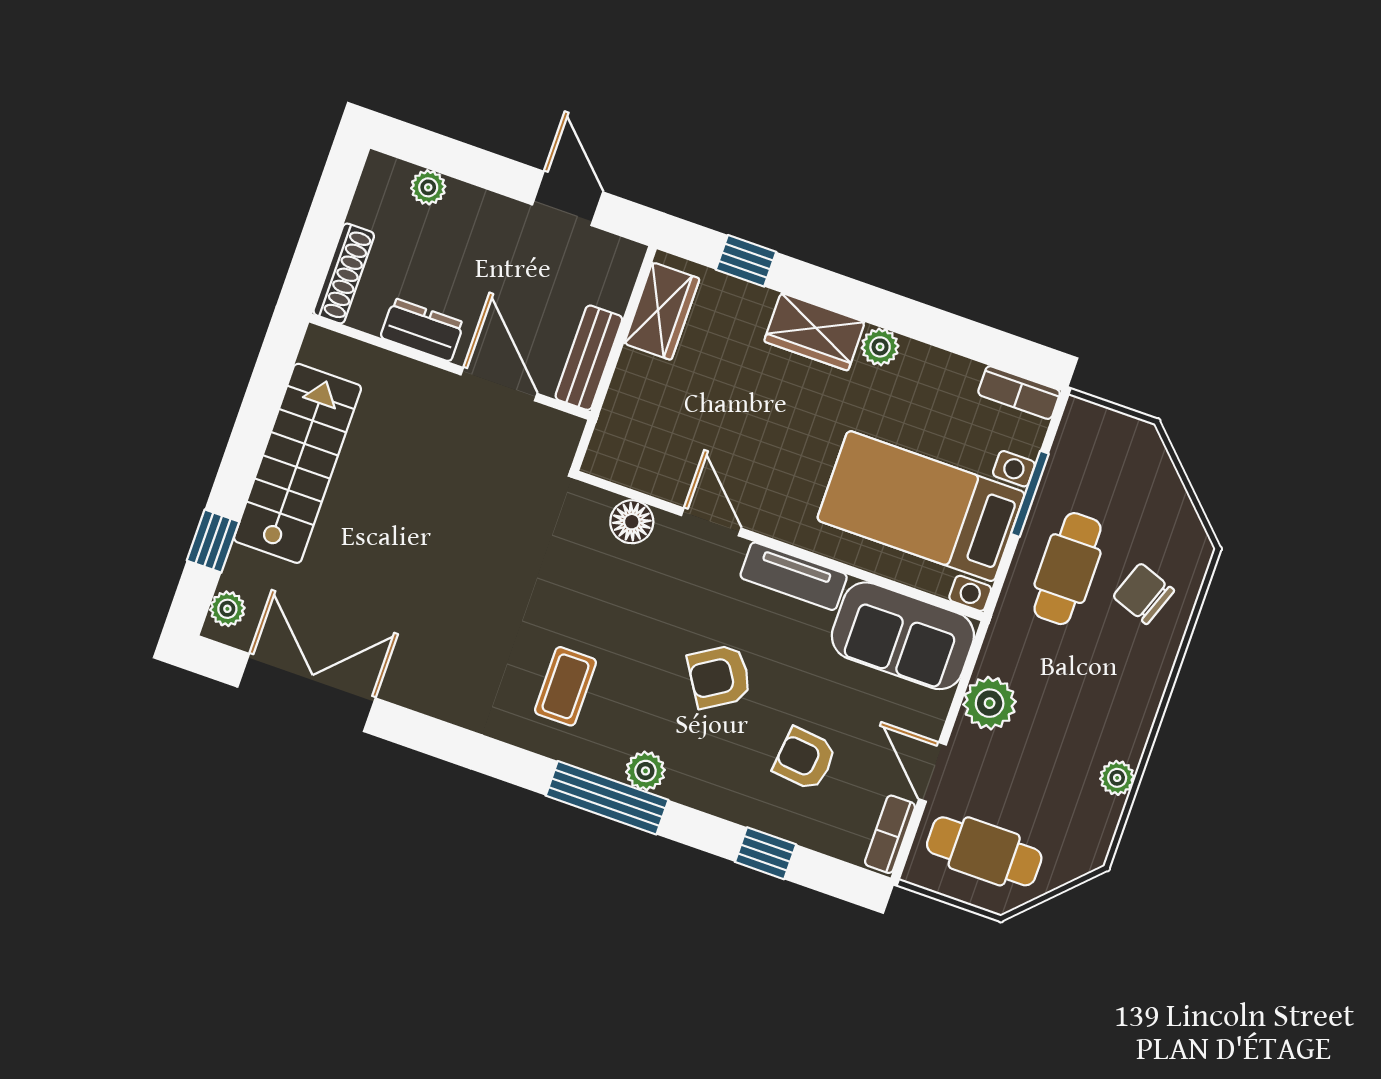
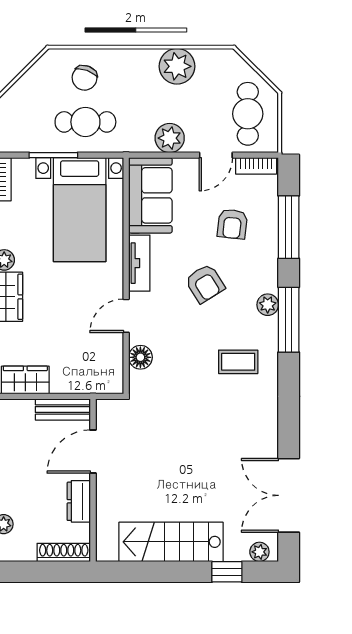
plant: (1117, 778) -> (177, 66), width x1.88, depth x1.88
window: (766, 853) -> (289, 227), width x2.17

